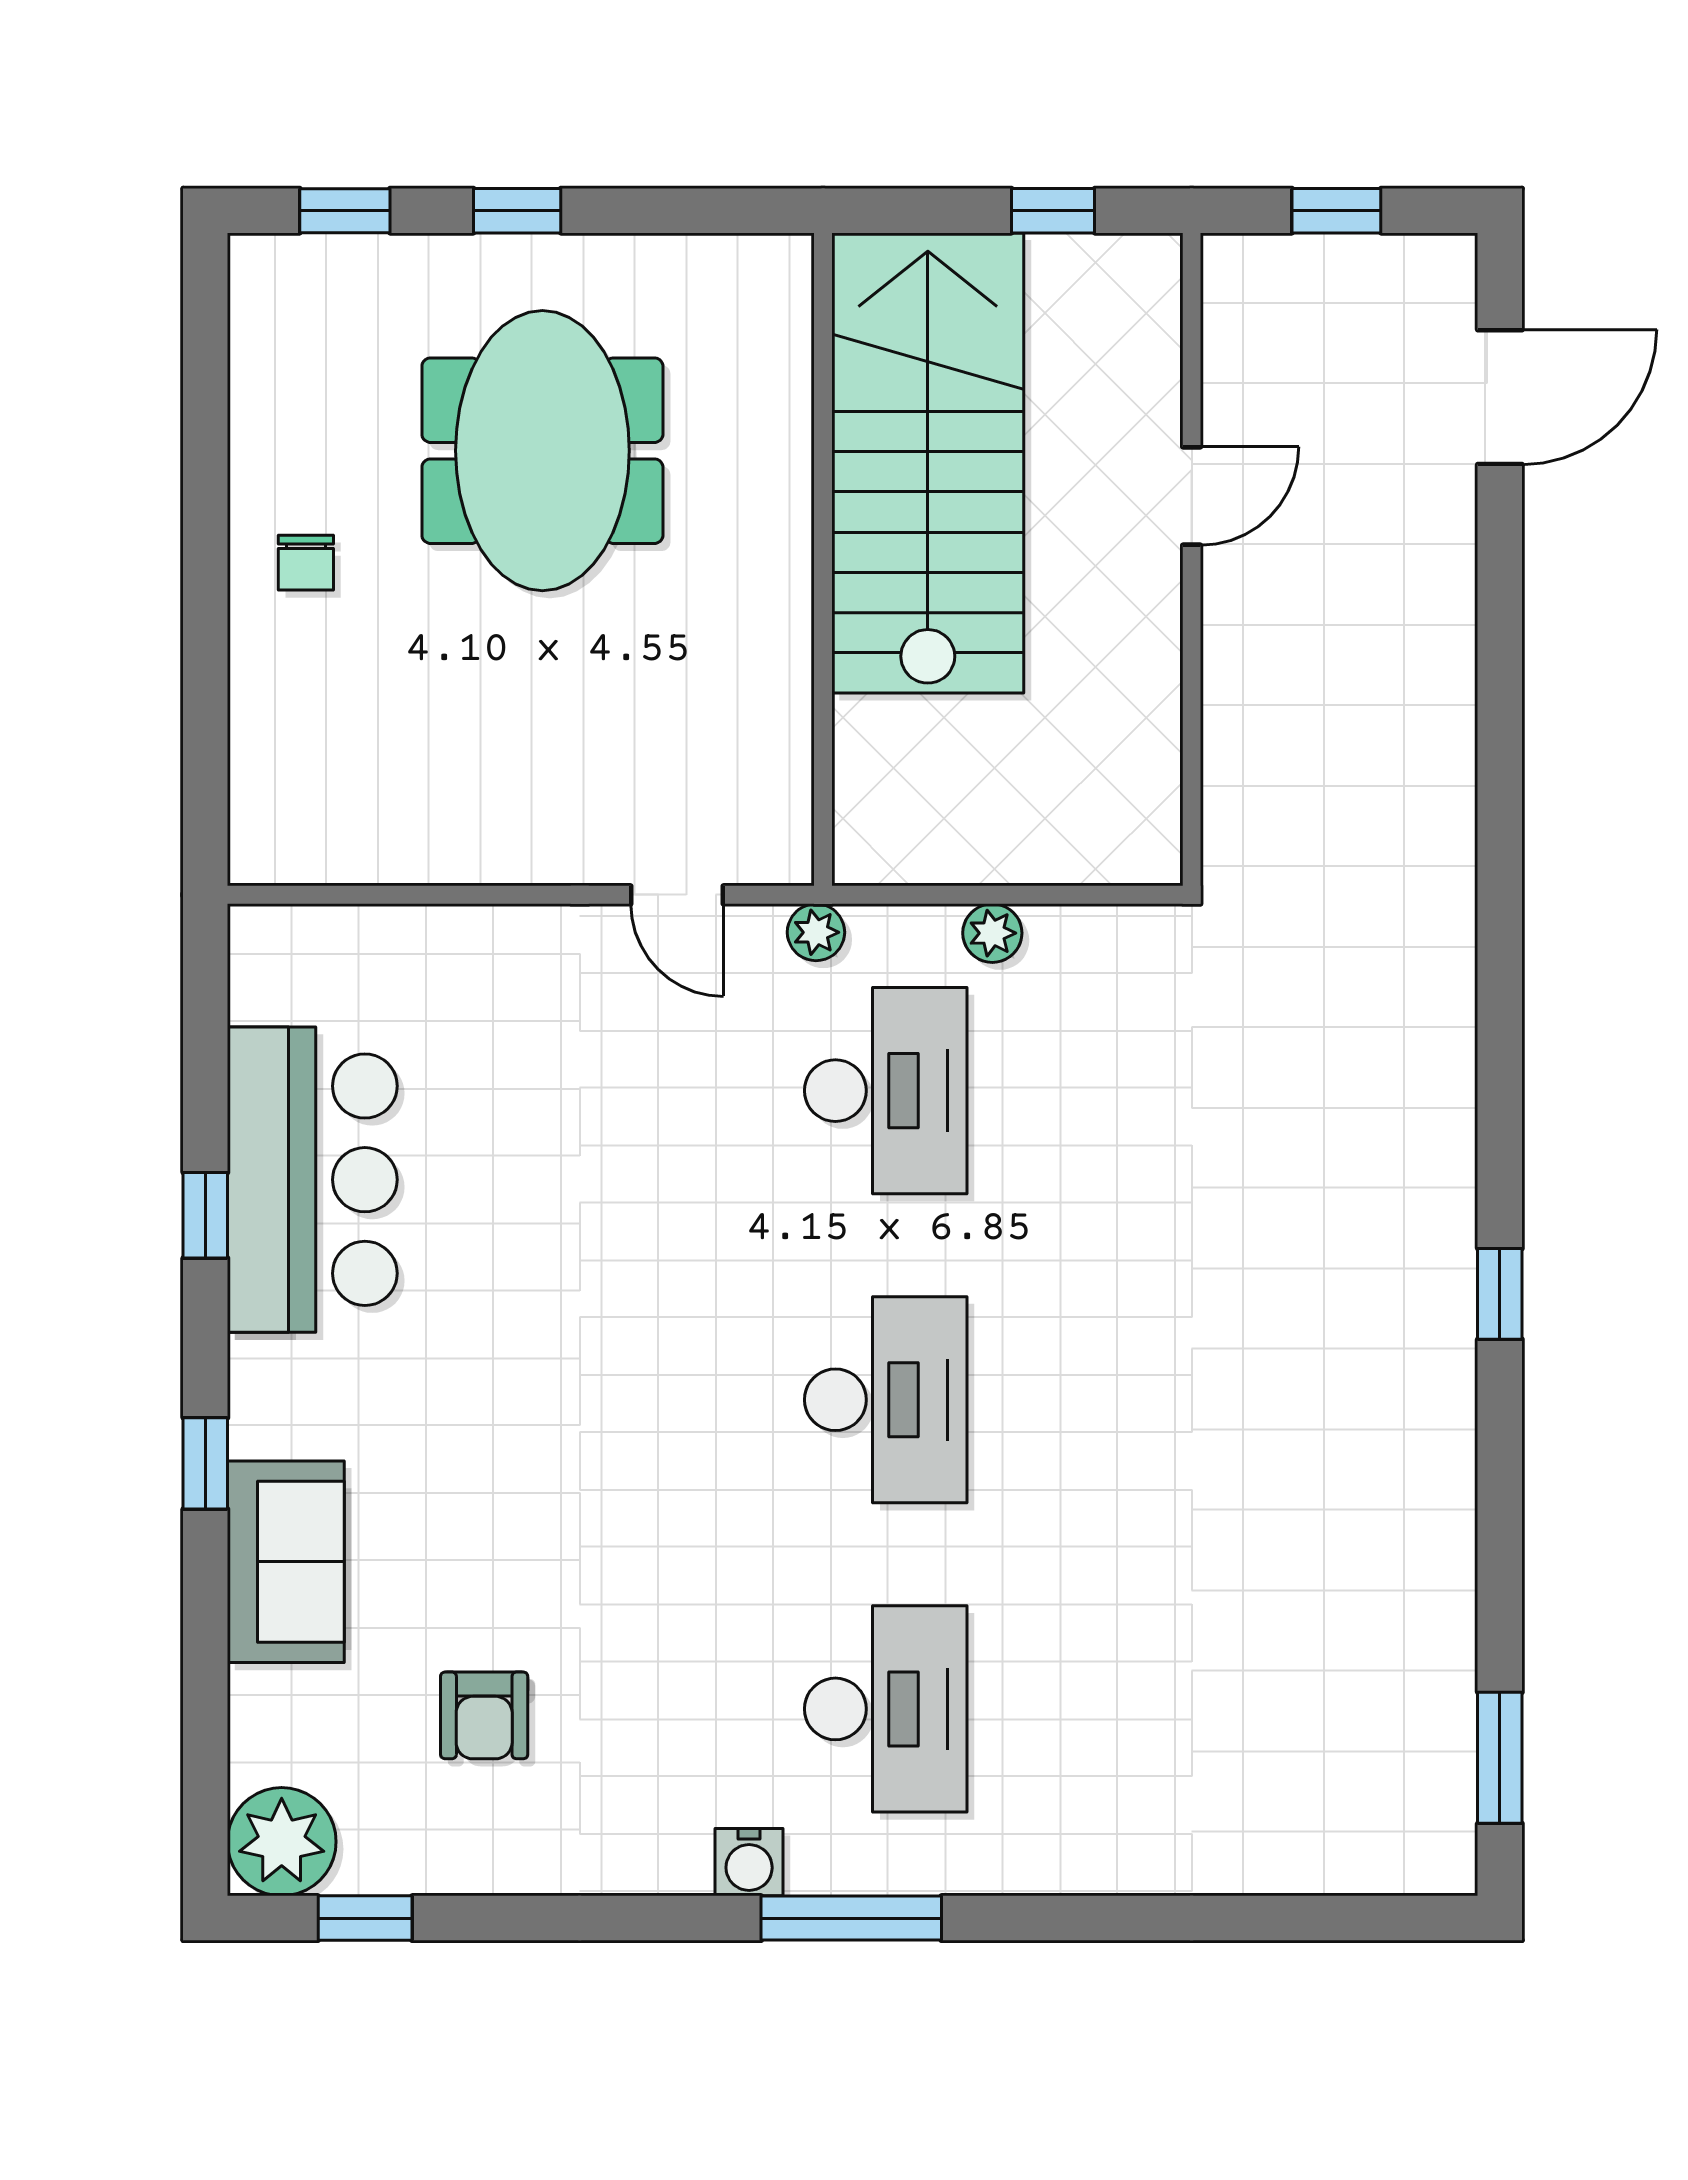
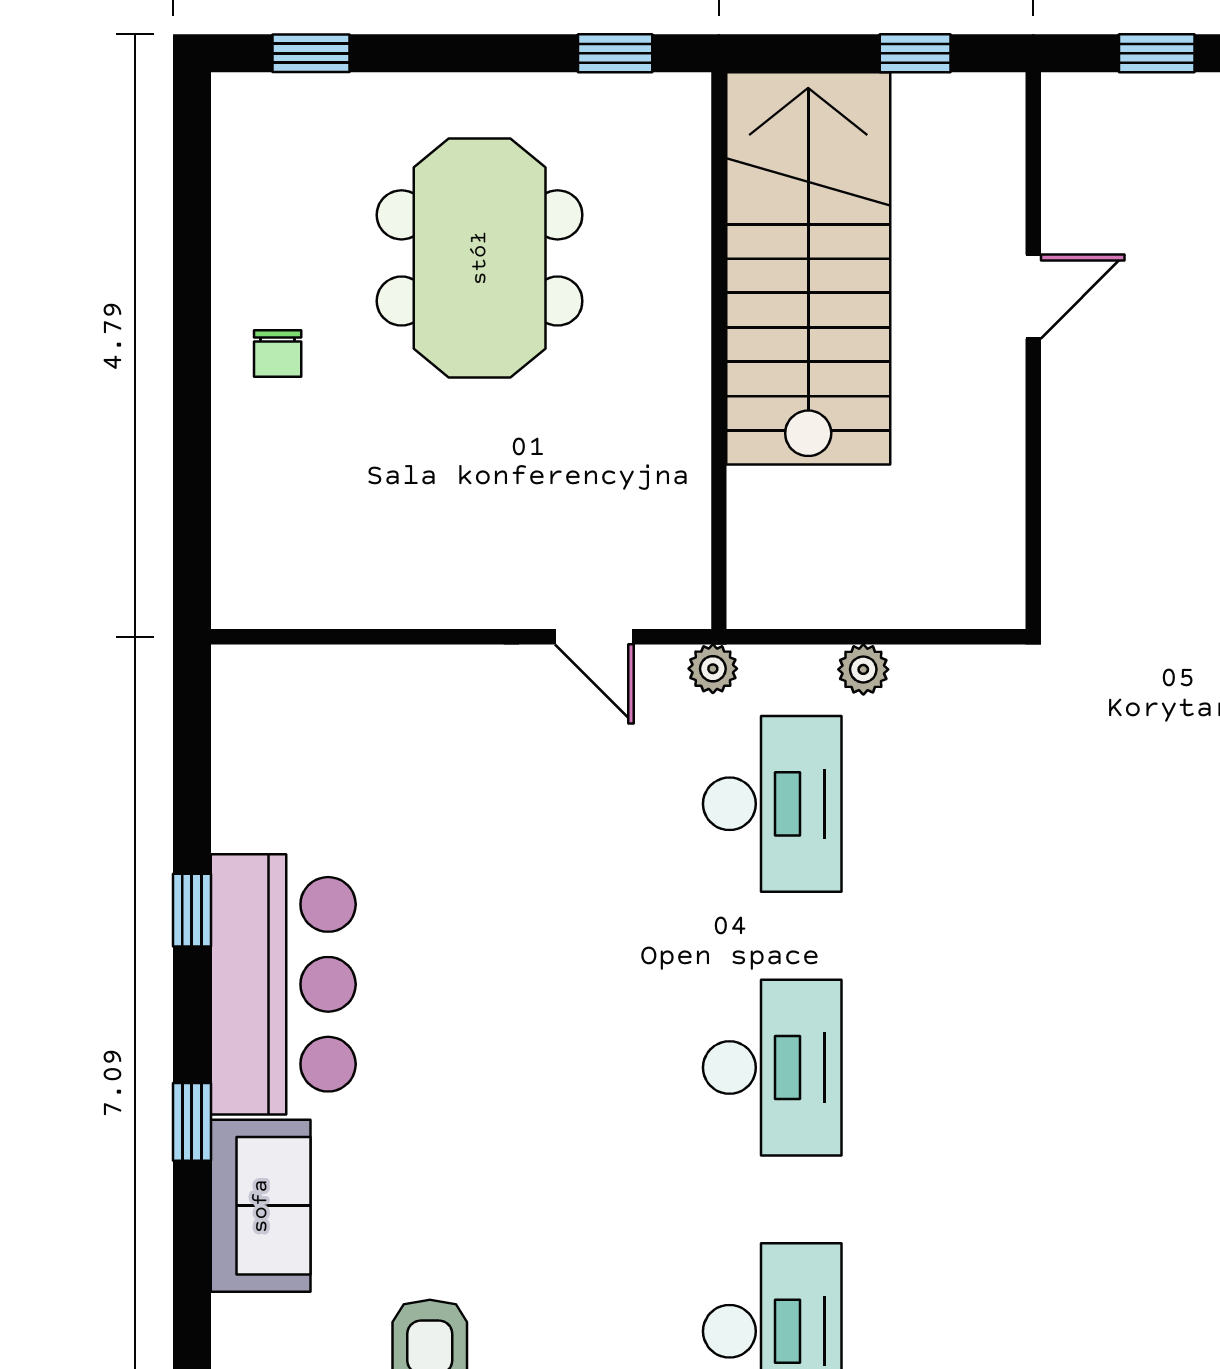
window: (517, 211) -> (615, 53), moved
bar counter: (312, 1180) -> (283, 984), moved

